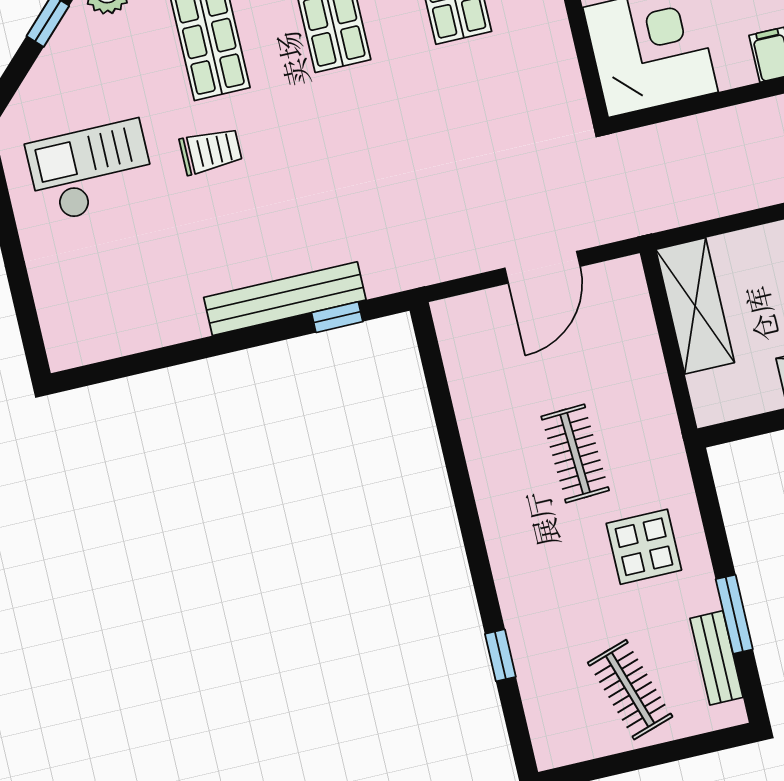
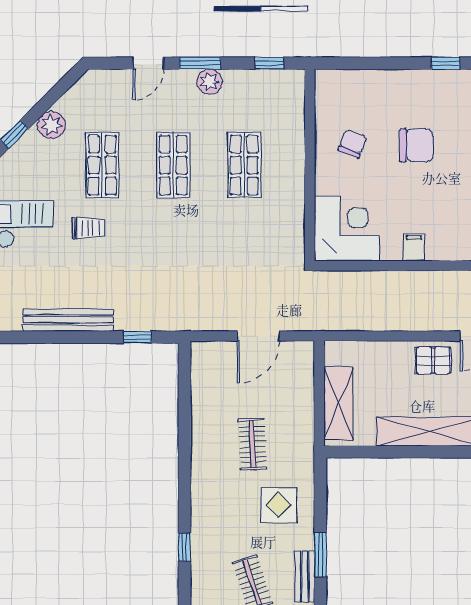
bench: (285, 299) -> (68, 320), moved
shelving: (695, 306) -> (339, 403), moved

